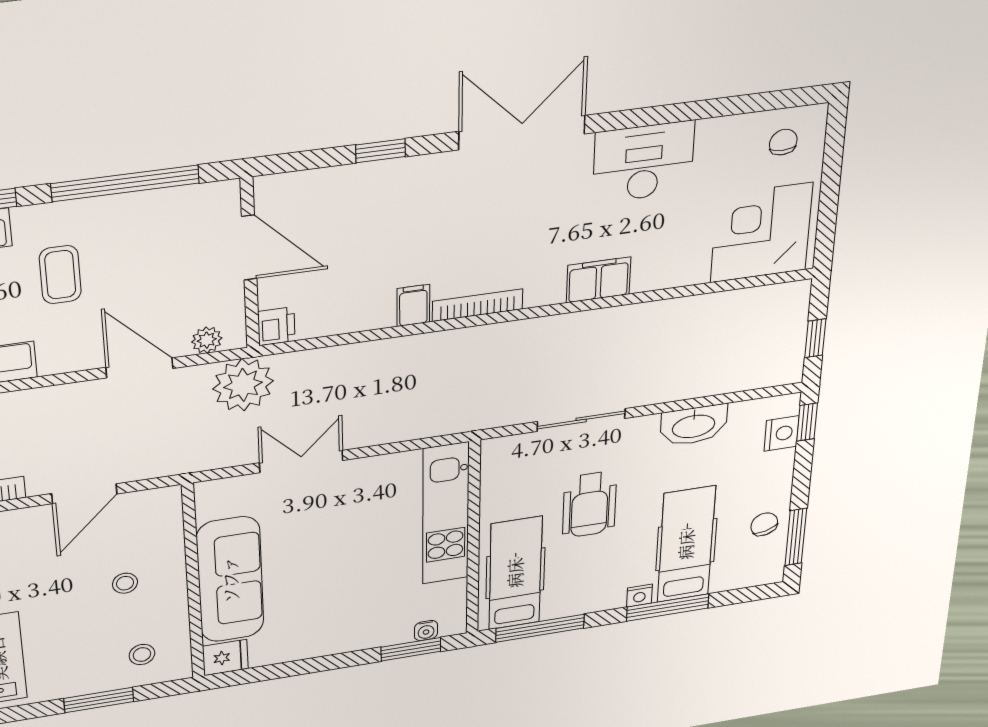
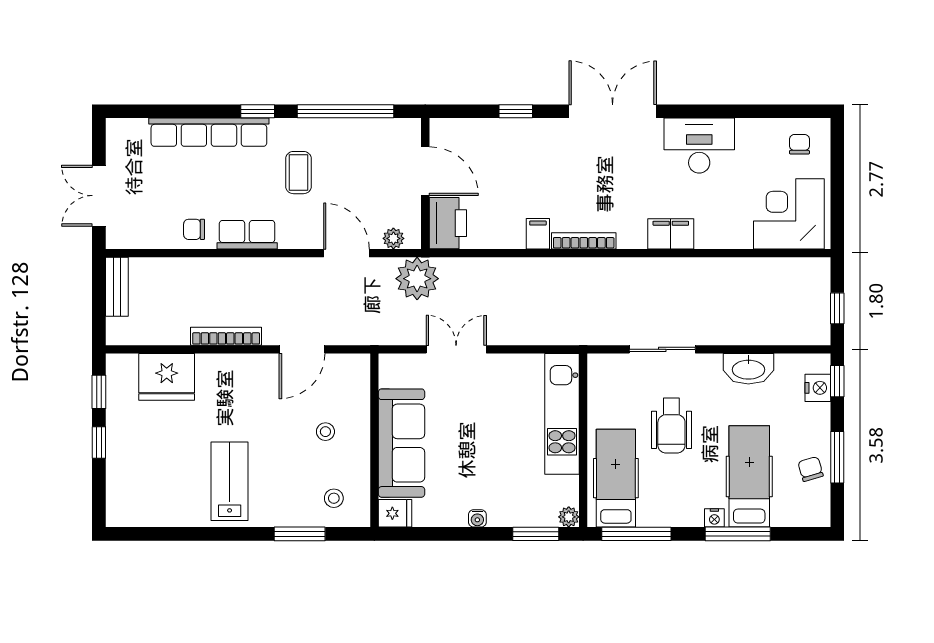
printer: (276, 326) -> (448, 223), width x1.87, depth x1.48
window: (796, 537) -> (837, 457), moved
plant: (454, 624) -> (569, 517), added
water cooler: (426, 631) -> (477, 518), moved

